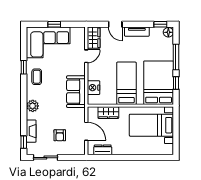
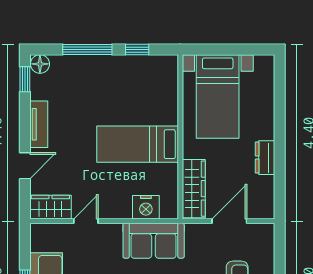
door: (86, 56) -> (86, 221), hinge flipped
bed: (159, 83) -> (137, 83), removed
wardrobe: (108, 113) -> (194, 189), width x1.50
dresser: (103, 150) -> (265, 158), moved

